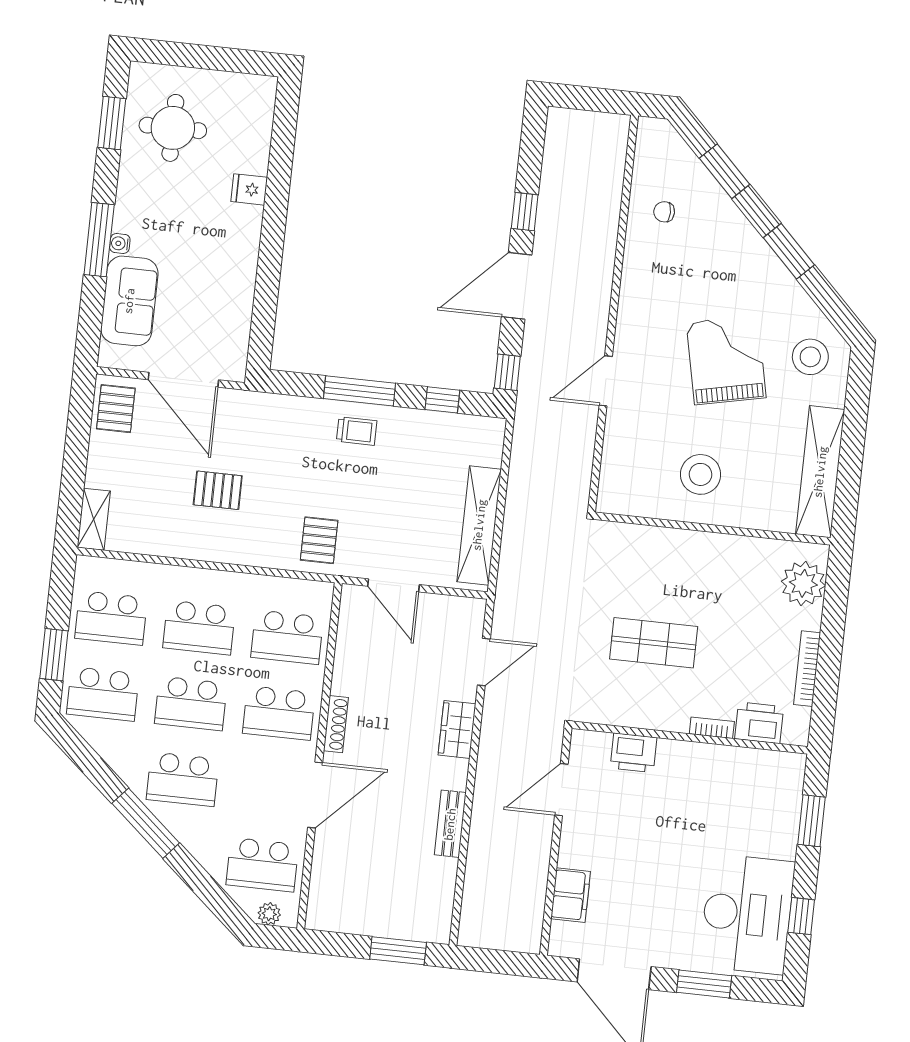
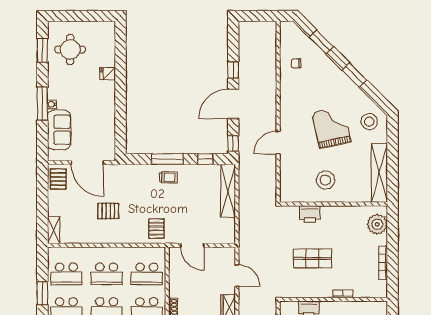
shelving: (479, 525) -> (228, 191), moved
door: (484, 662) -> (237, 275), hinge flipped
printer: (759, 723) -> (310, 214), moved, turned 180

